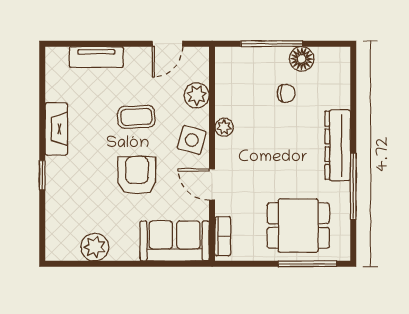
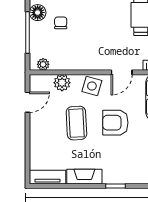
door: (167, 44) -> (28, 102), hinge flipped
tv unit: (96, 57) -> (48, 177), moved, turned -90
coffee table: (136, 117) -> (76, 123), width x1.36, depth x1.30
plant: (224, 127) -> (43, 64), moved

